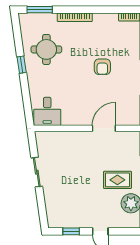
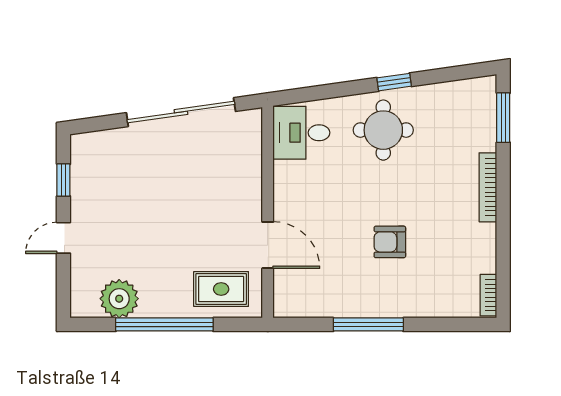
round table: (46, 49) -> (383, 130), moved
sliding door: (37, 172) -> (181, 112), width x1.86
rug: (117, 180) -> (221, 289), moved, turned 90

